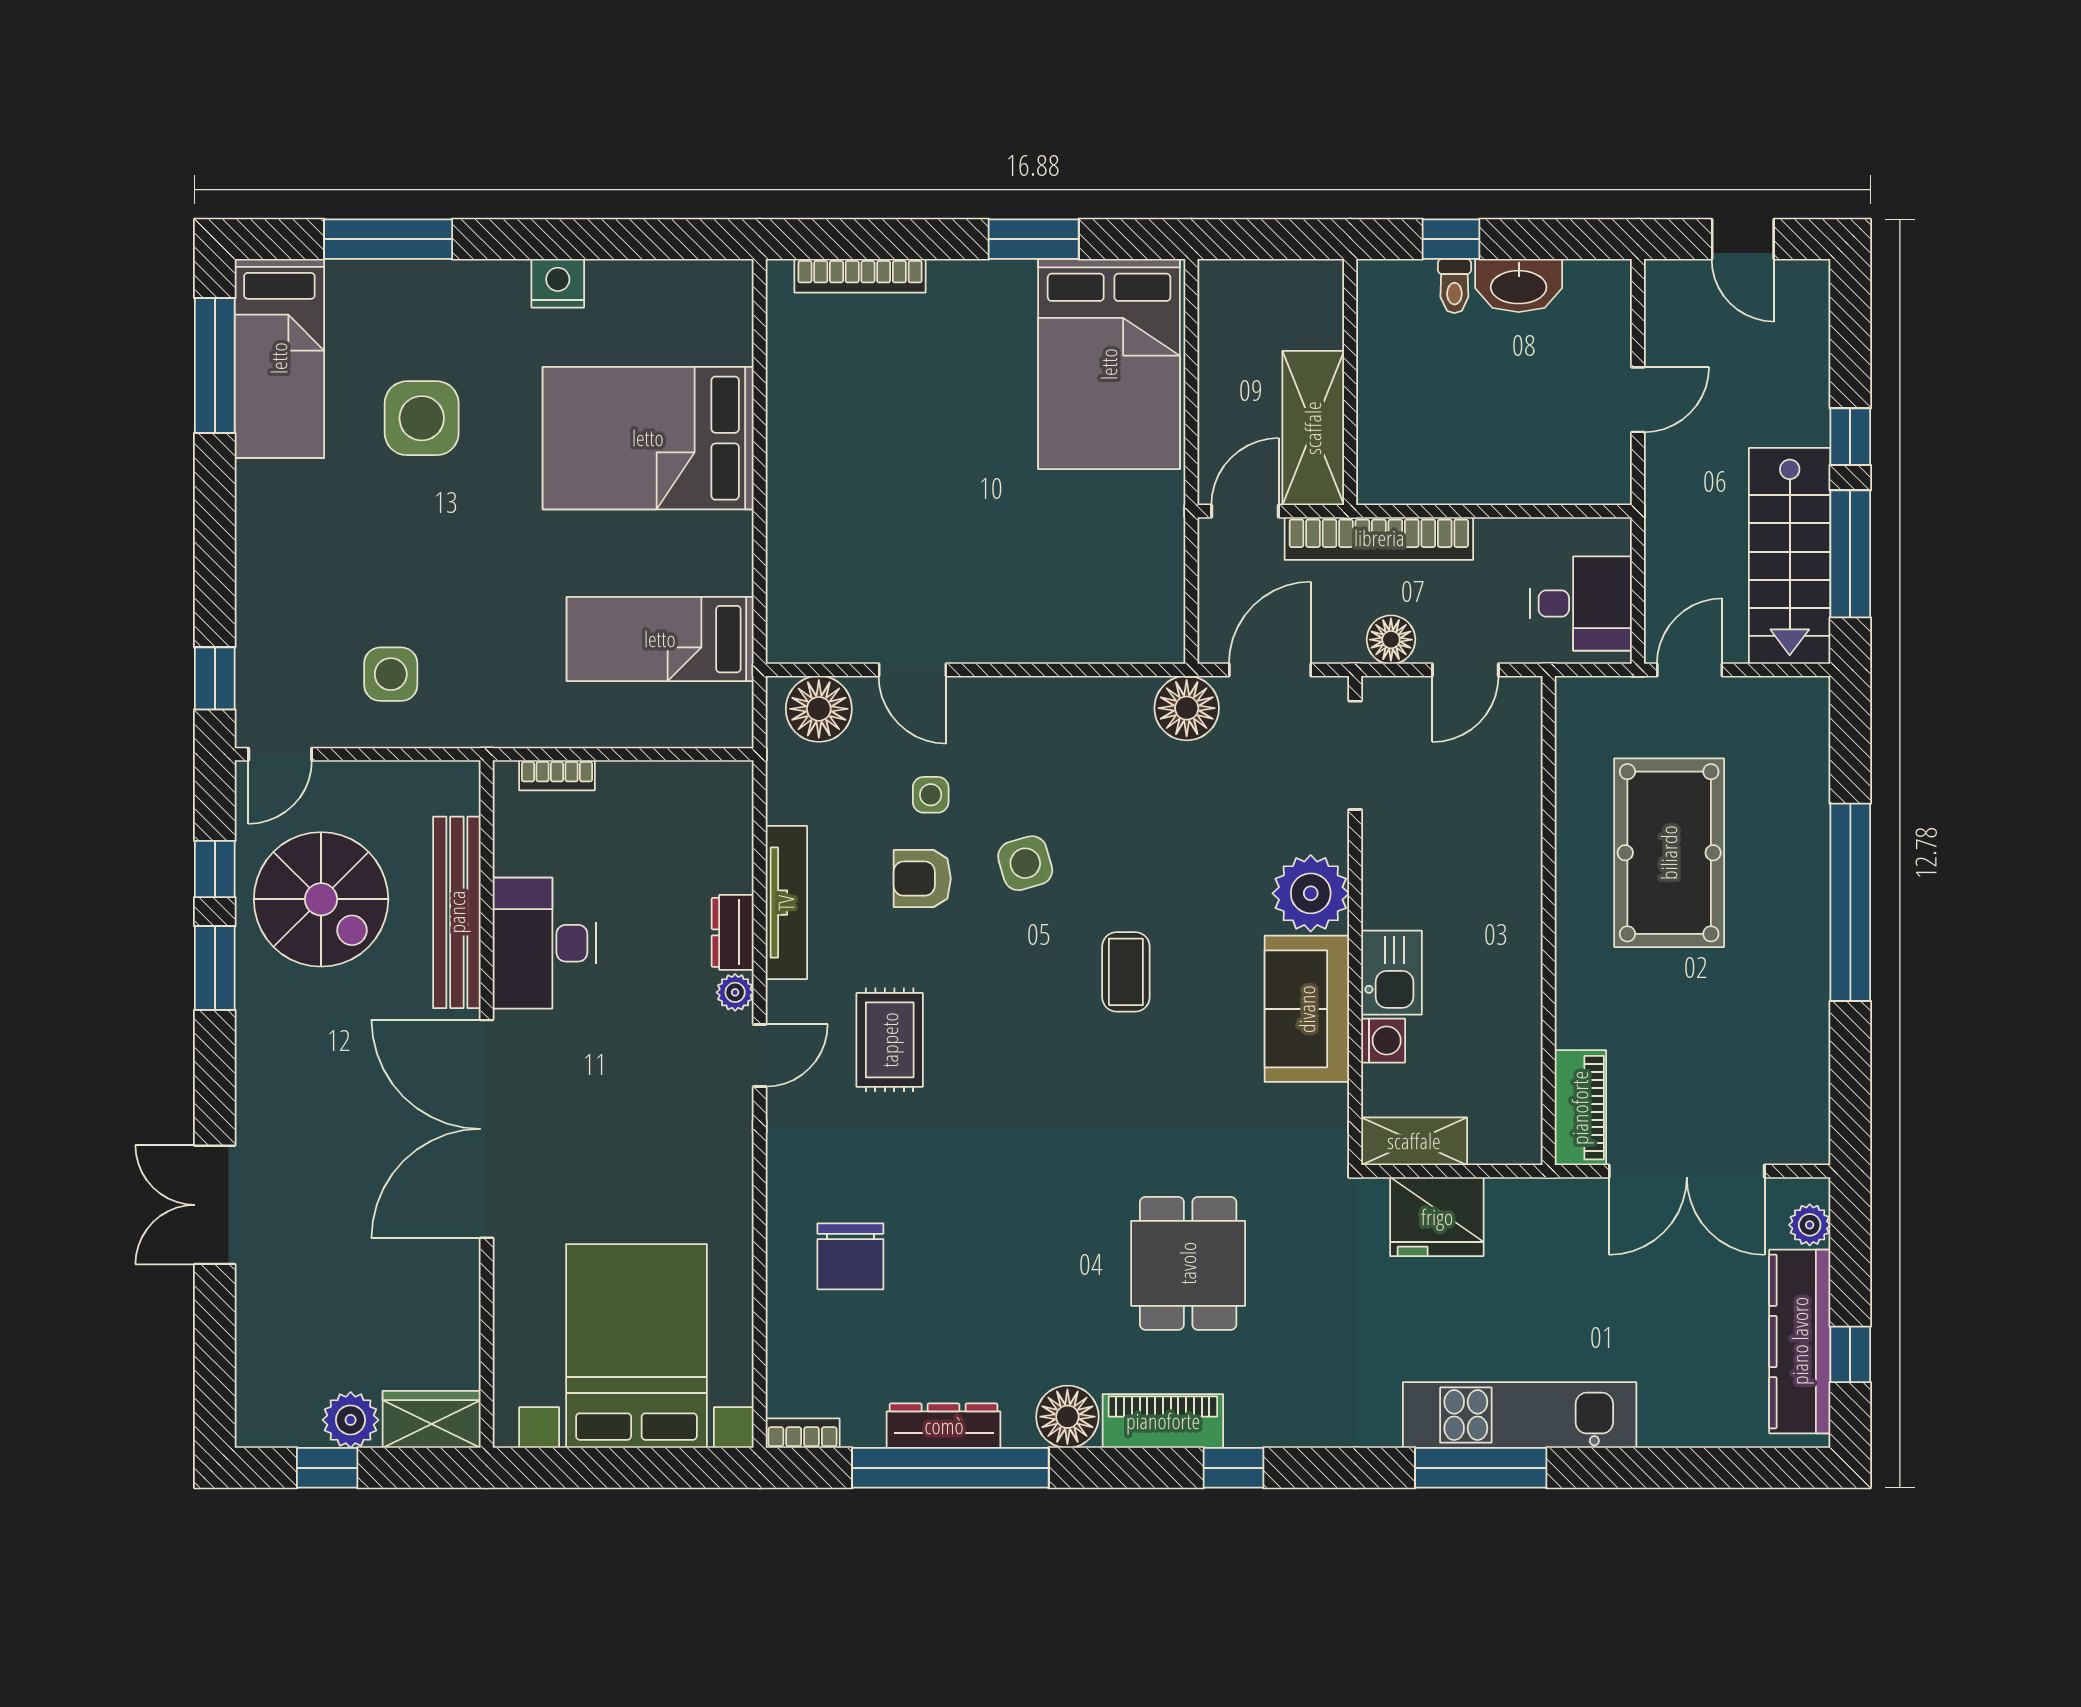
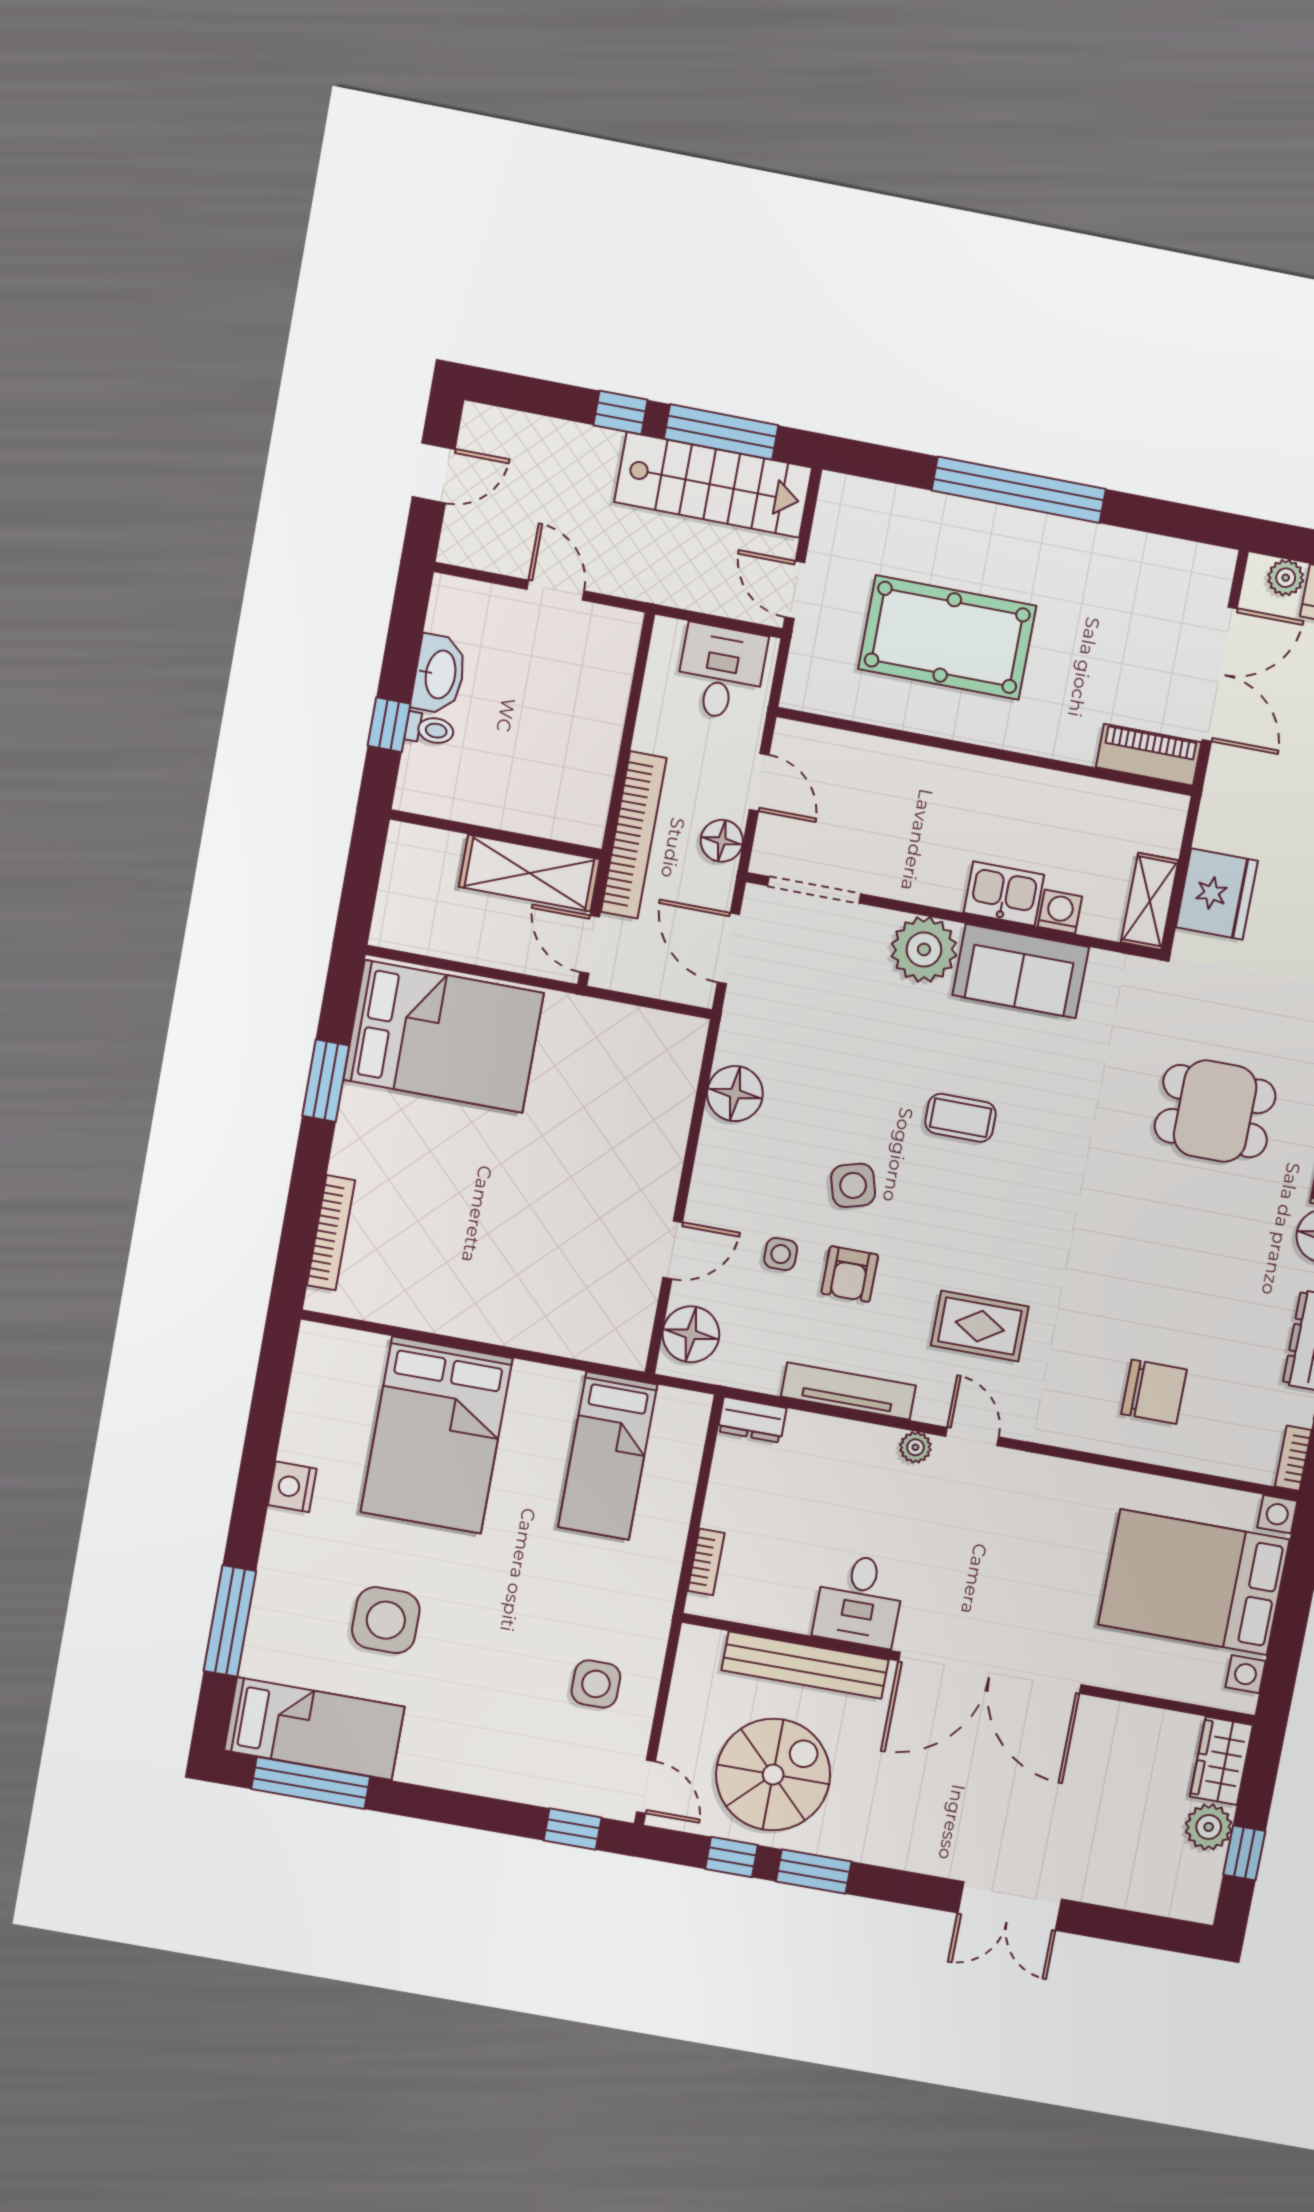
floor lamp: (1187, 708) -> (735, 1094), moved
dresser: (733, 932) -> (752, 1420), moved
desk: (544, 943) -> (859, 1600), width x0.73

